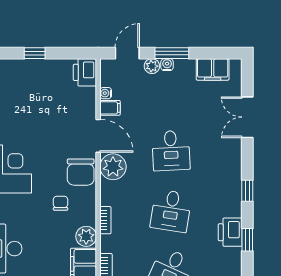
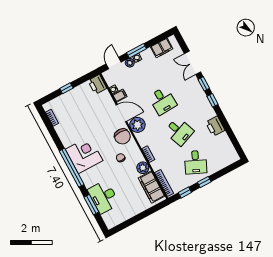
desk: (171, 211) -> (179, 131), turned -30
window: (247, 240) -> (204, 84), moved

